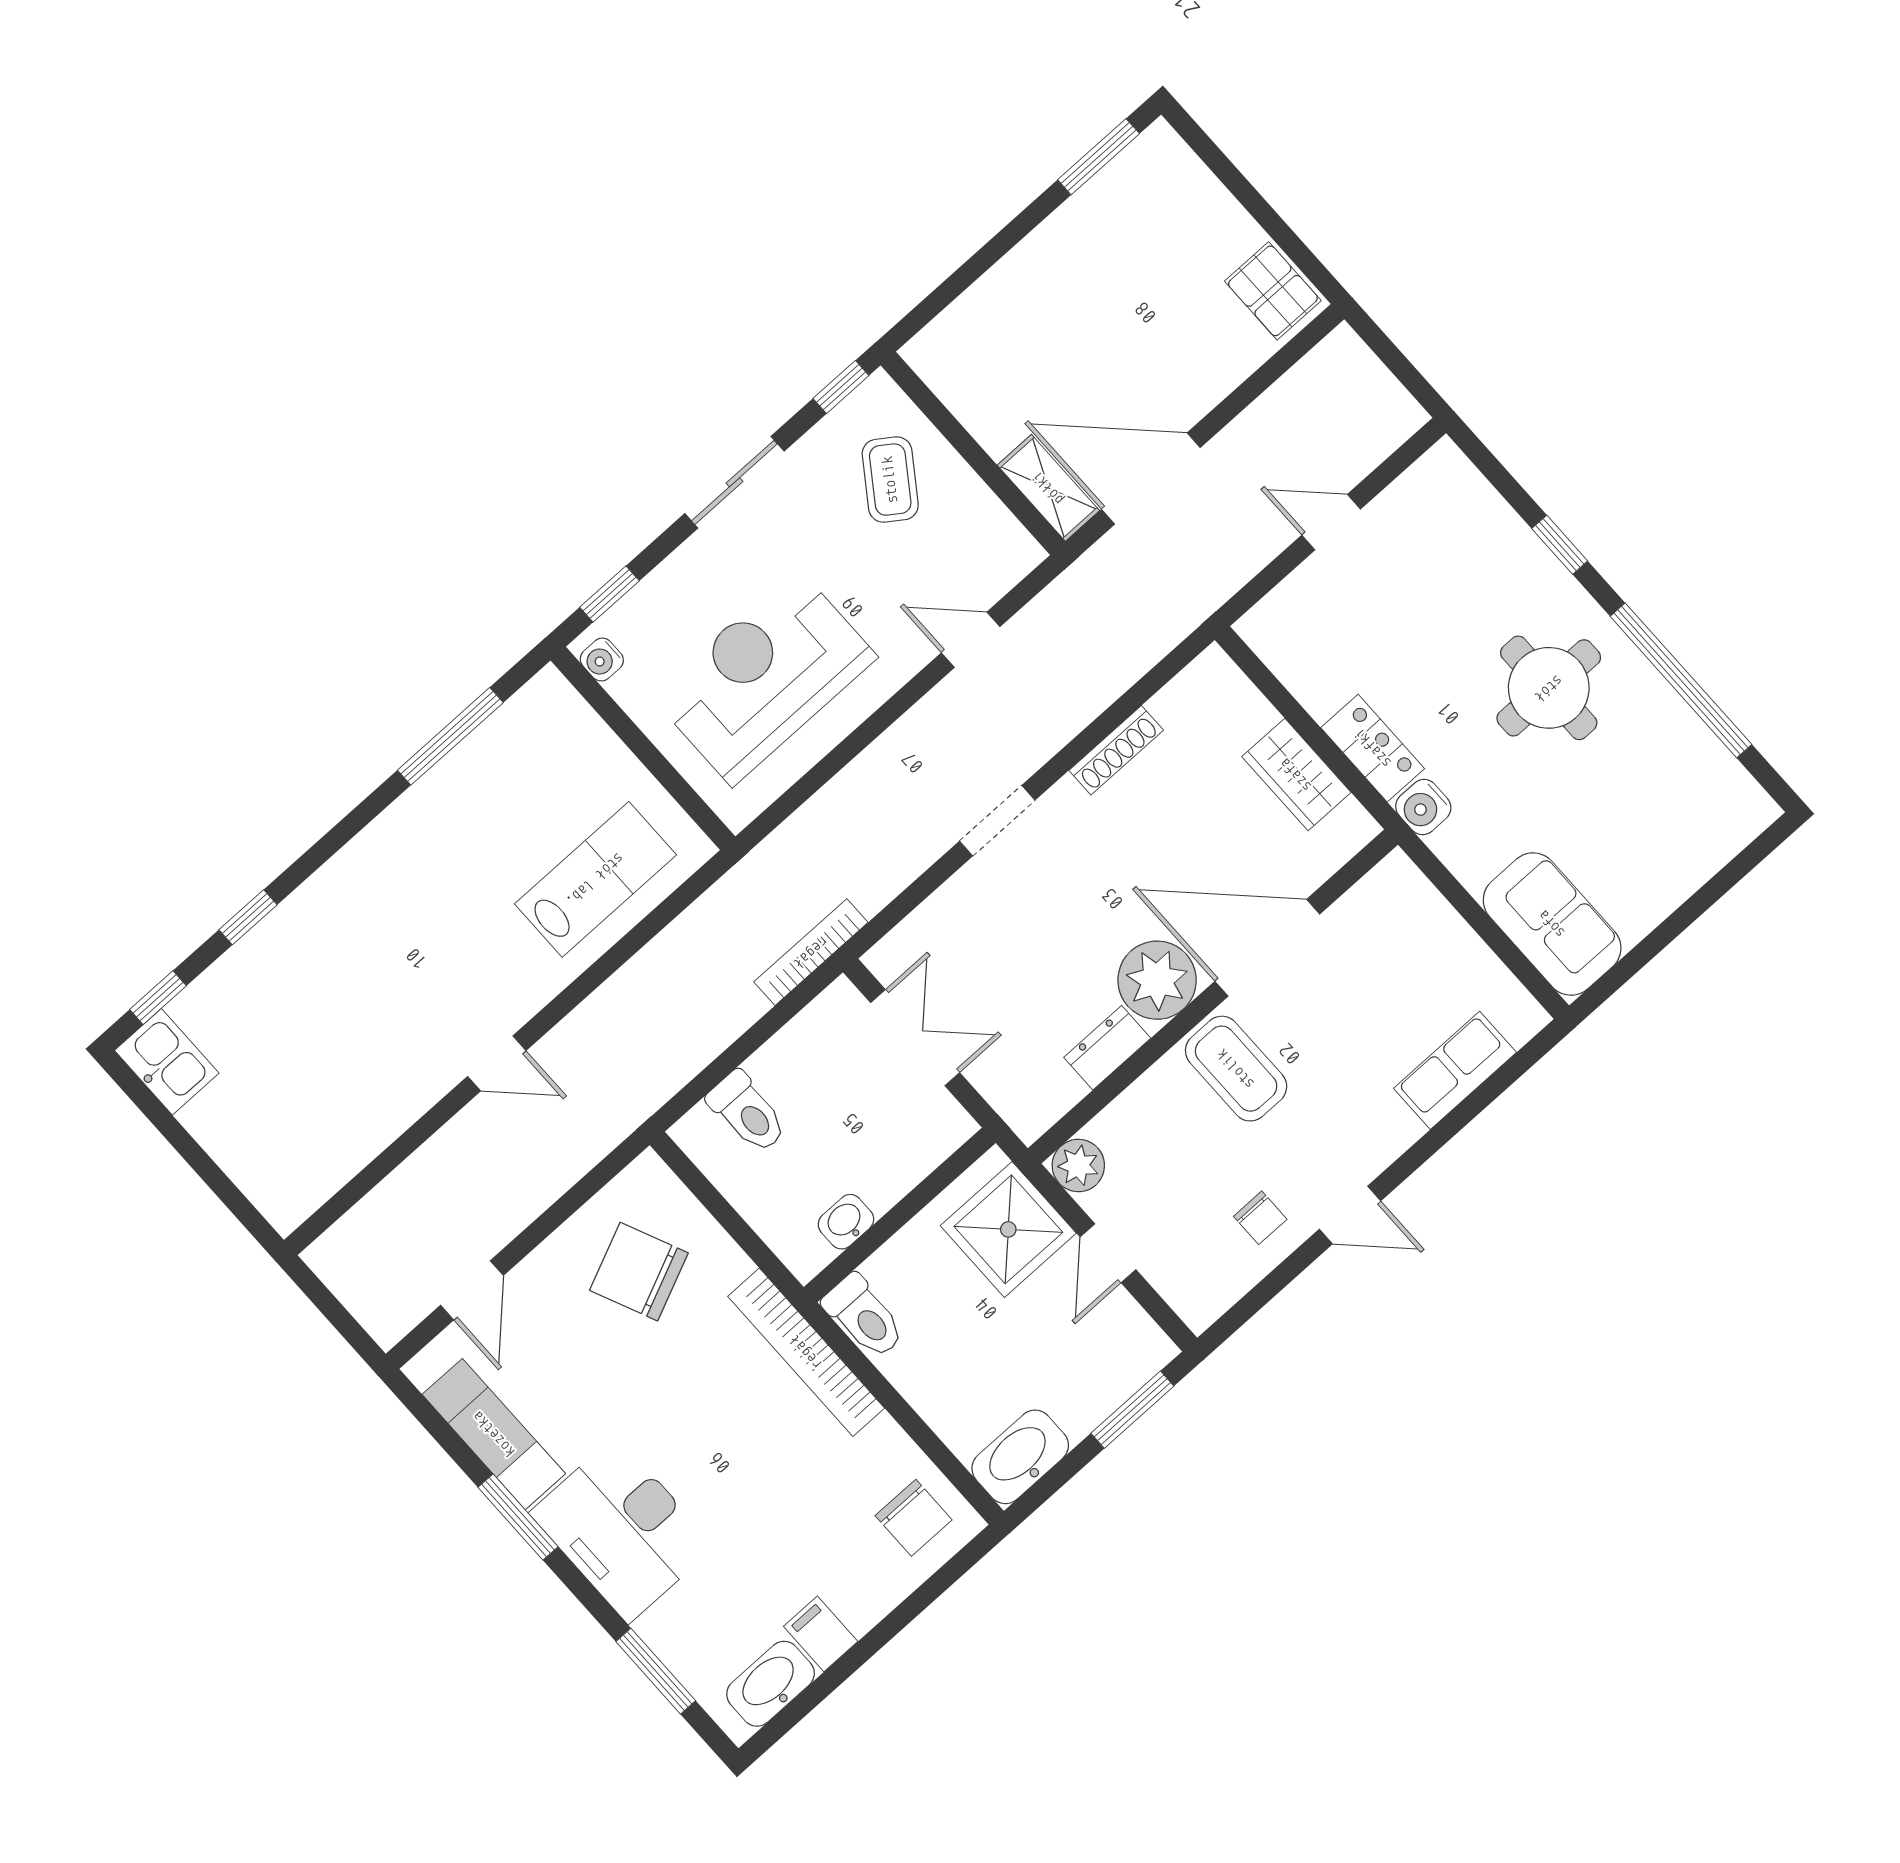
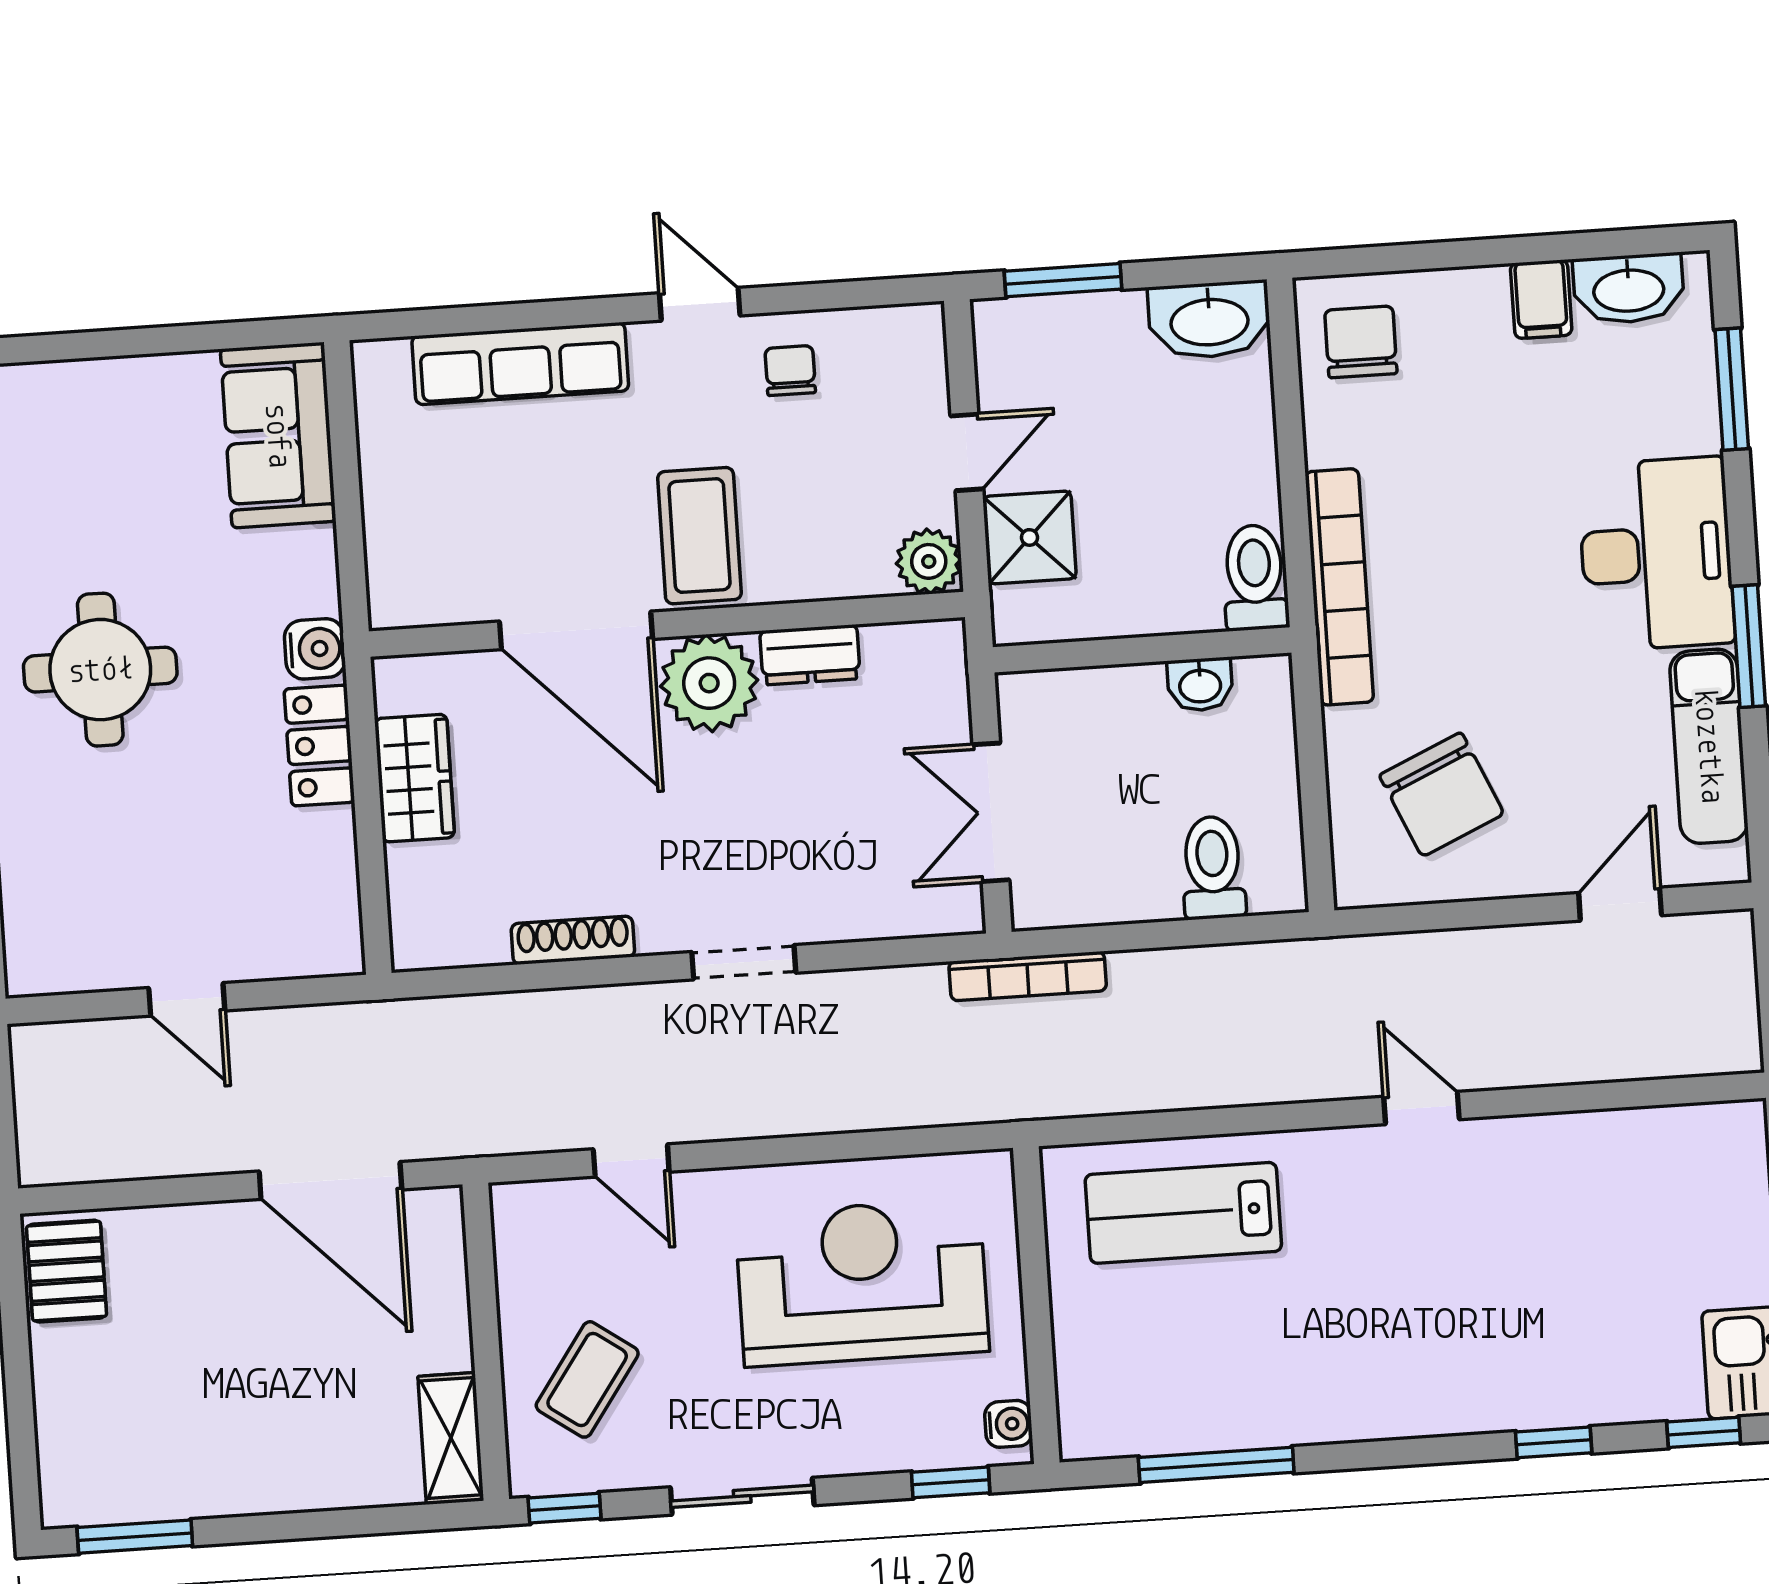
shelving: (1048, 488) -> (451, 1438), moved
reception desk: (764, 677) -> (862, 1282), turned 180
row of seats: (1455, 1070) -> (520, 364), width x1.48
shower: (1008, 1229) -> (1029, 537), width x0.73, depth x0.73

